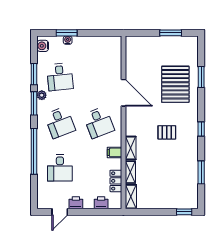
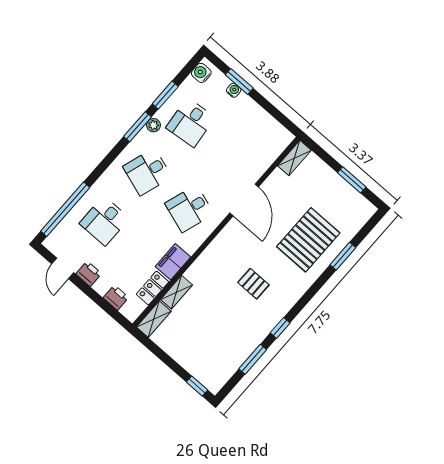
desk: (60, 122) -> (147, 172), turned 39
desk: (99, 122) -> (189, 209), turned 39
window: (201, 129) -> (280, 328), moved
shelving: (131, 148) -> (294, 158), moved
window: (34, 151) -> (65, 209), moved
filing cabinet: (115, 152) -> (173, 262), width x2.00
door: (60, 212) -> (63, 268), hinge flipped

